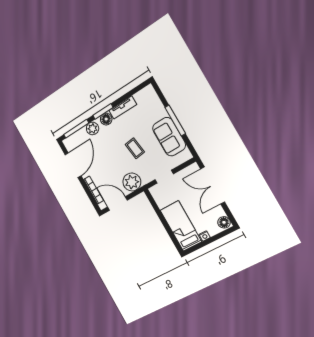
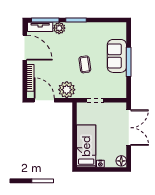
tv unit: (123, 107) -> (40, 27), moved
floor lamp: (106, 119) -> (75, 28), removed
sofa: (169, 137) -> (117, 56), moved
door: (73, 165) -> (25, 48), hinge flipped
double door: (213, 185) -> (129, 128), swing flipped

